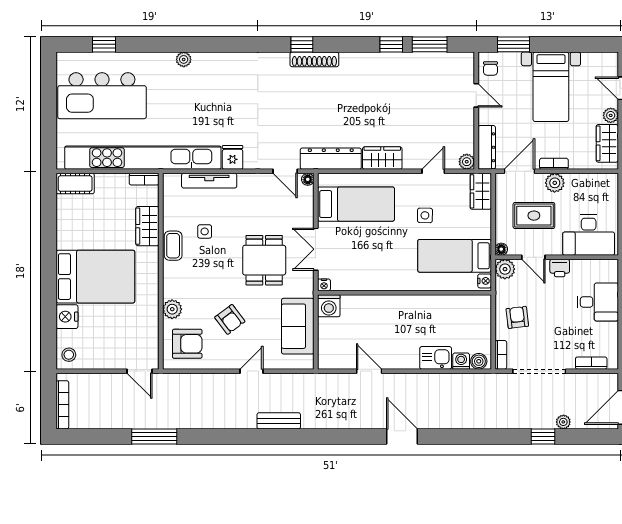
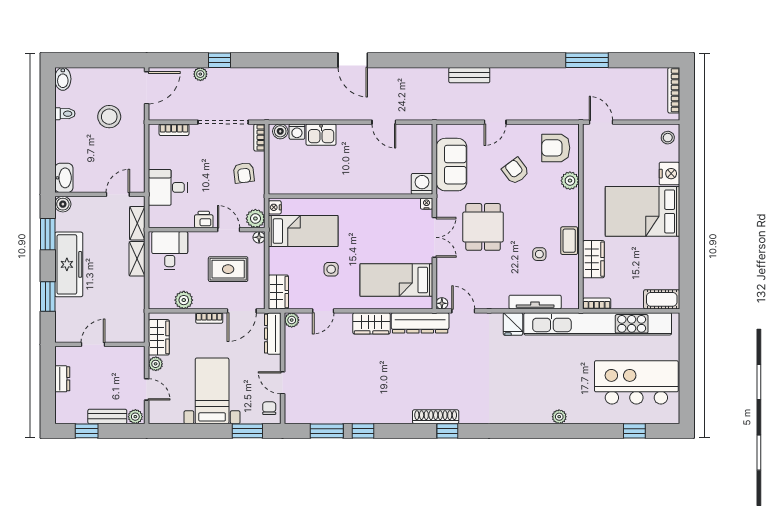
plant: (555, 183) -> (184, 300), moved
desk: (589, 235) -> (170, 251), width x0.73

